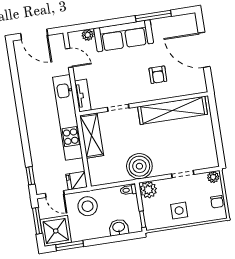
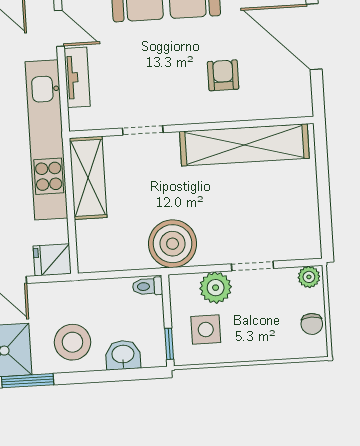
armchair: (158, 75) -> (223, 75), turned 180
tv unit: (83, 95) -> (77, 77), moved
plant: (148, 190) -> (216, 288), moved
stool: (88, 206) -> (72, 342), moved
side table: (179, 211) -> (206, 330), moved

